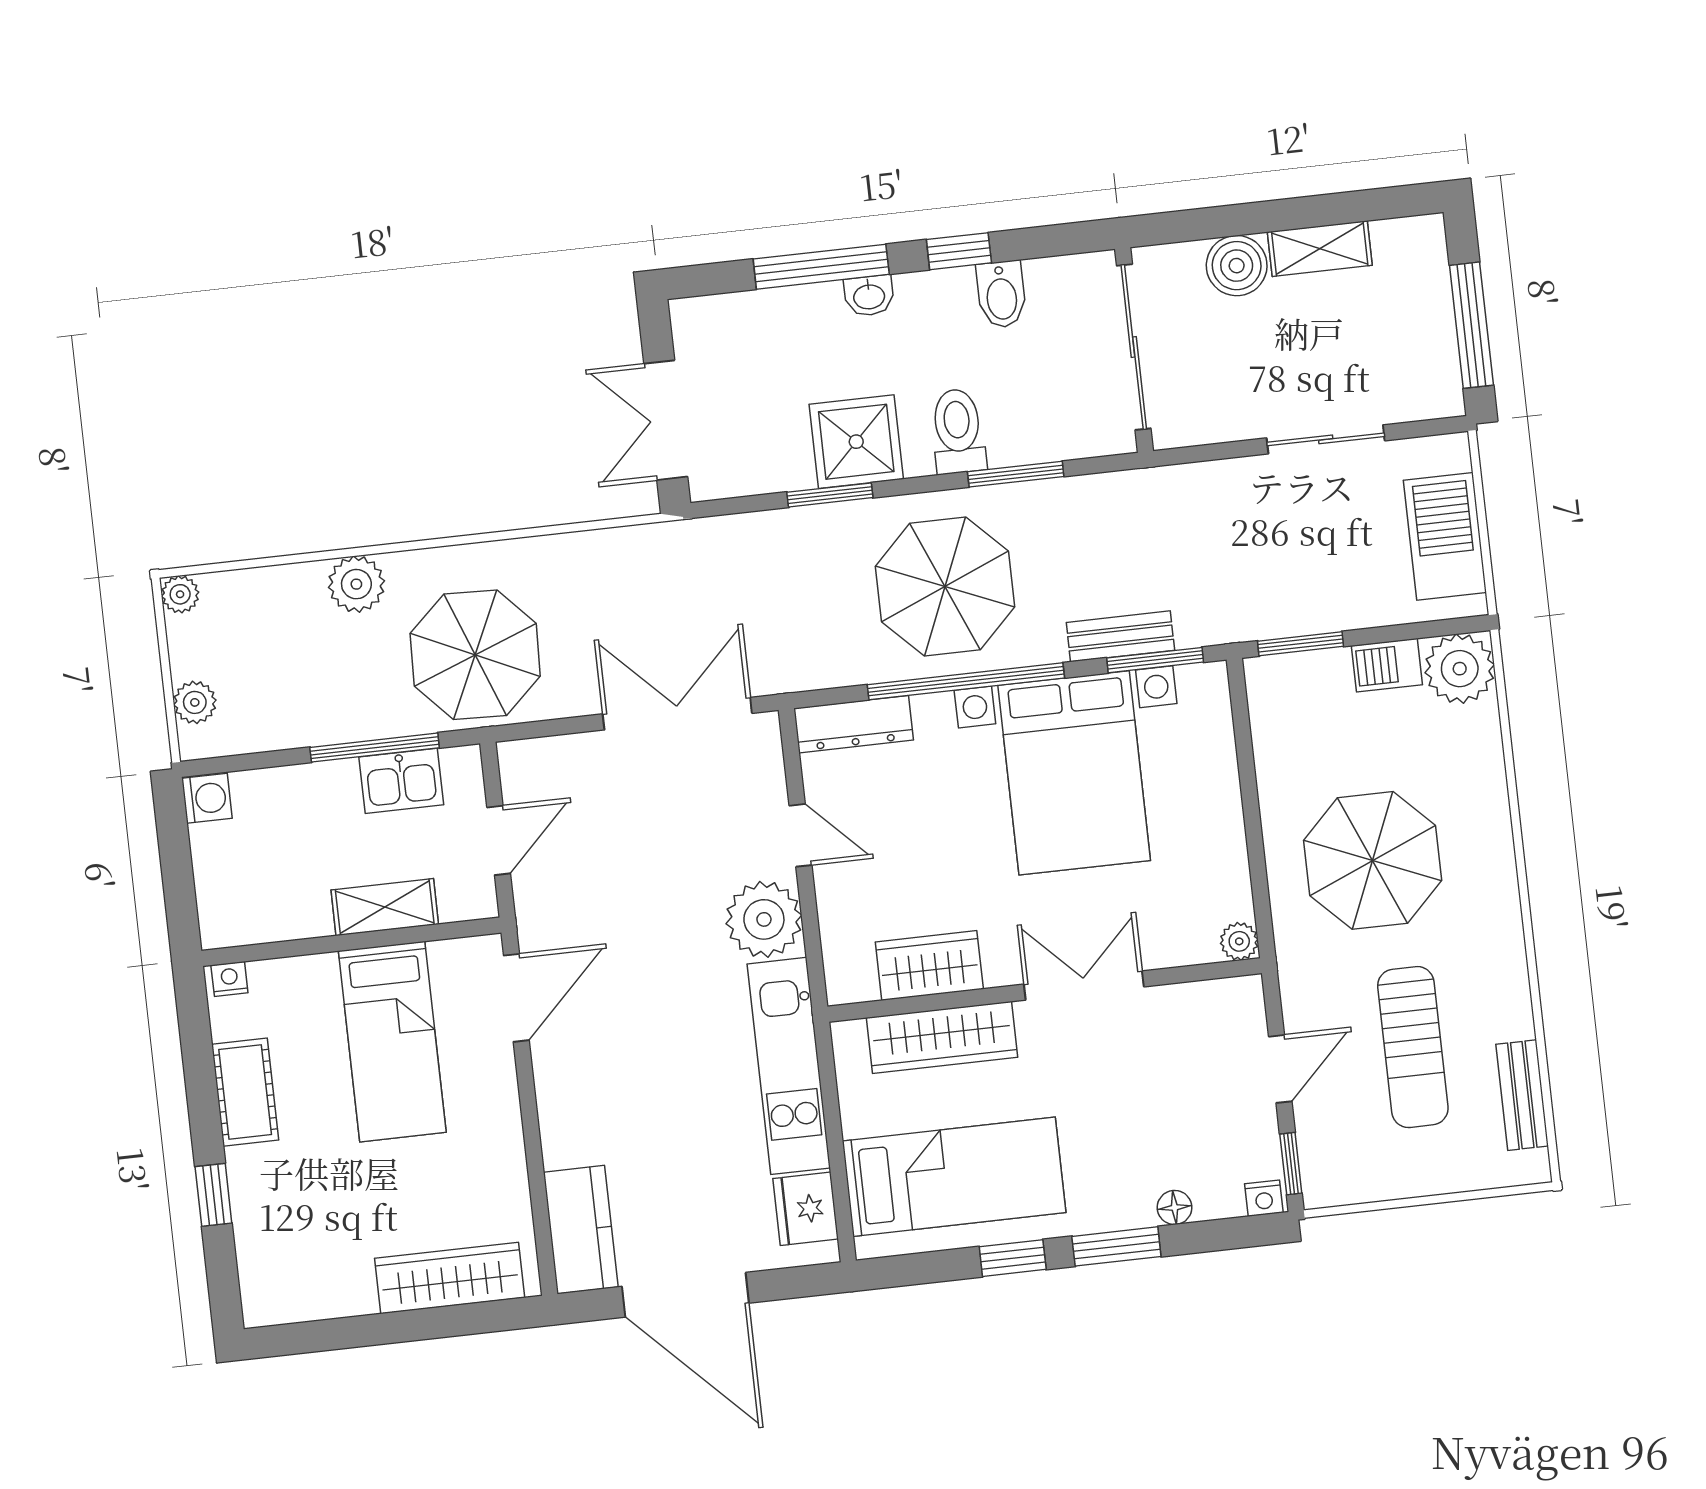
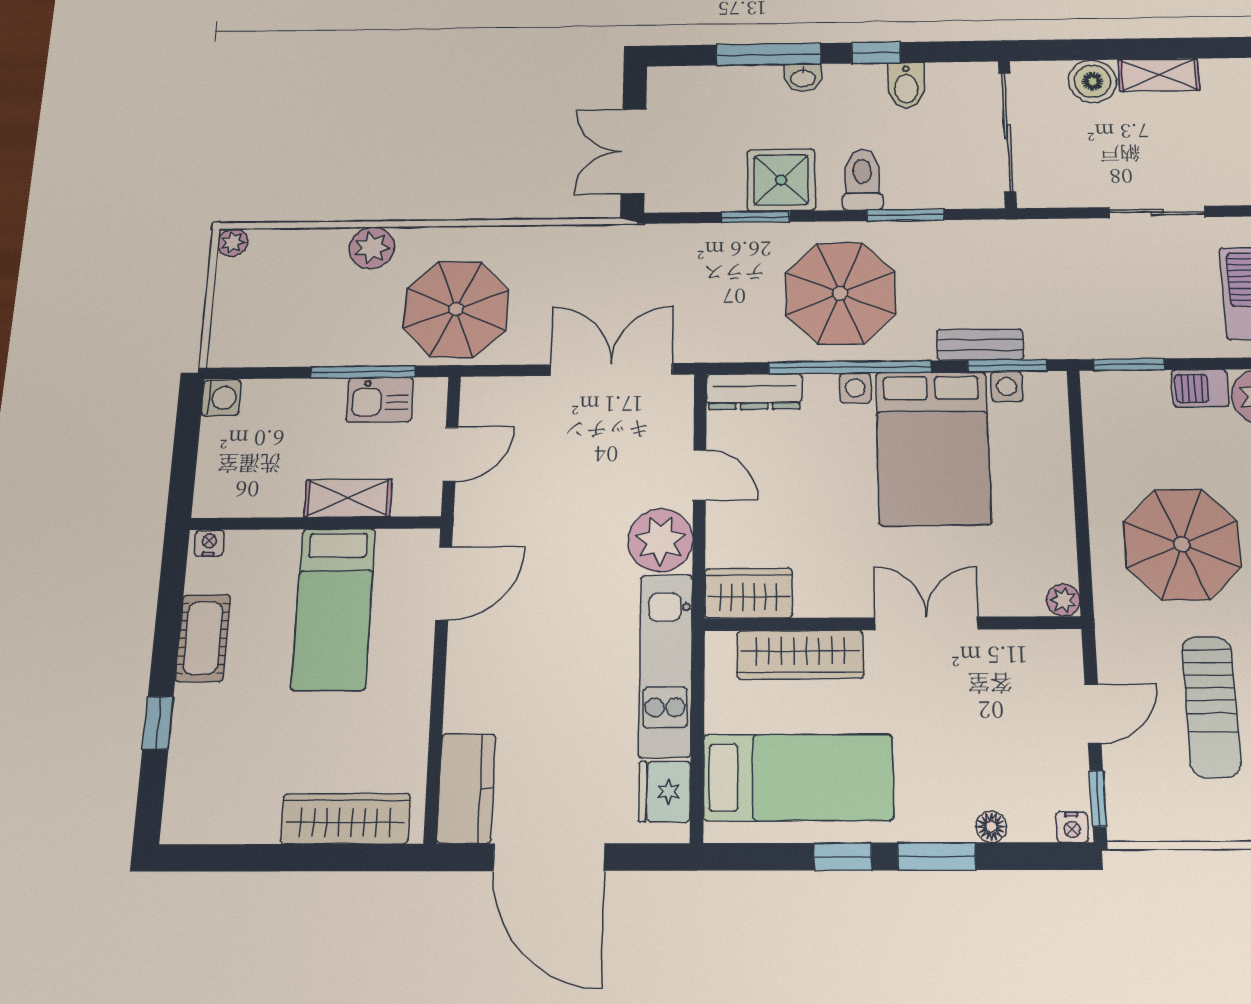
plant: (195, 702) -> (227, 324), removed
wardrobe: (929, 966) -> (749, 593), moved

